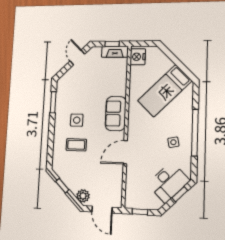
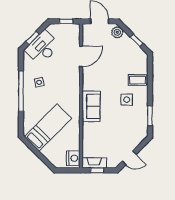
door: (77, 57) -> (129, 158), hinge flipped
coffee table: (76, 145) -> (138, 80), moved
door: (125, 152) -> (81, 56), moved

